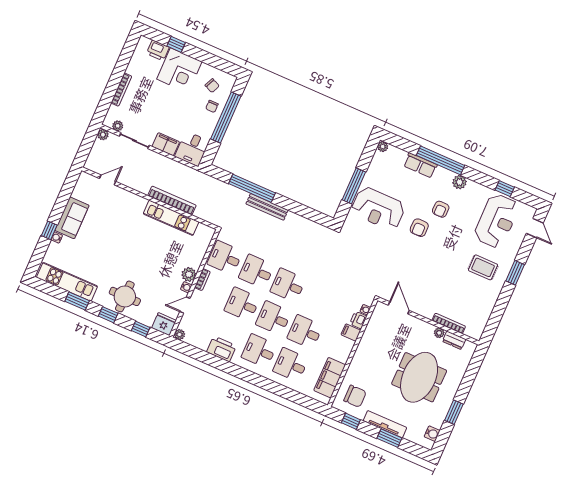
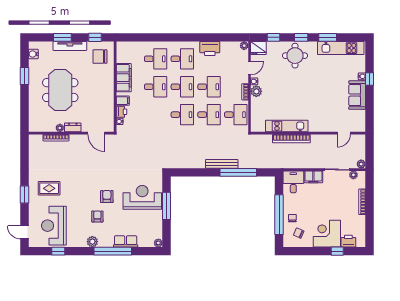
dresser: (454, 340) -> (73, 127), moved
filing cabinet: (330, 378) -> (124, 78), moved

